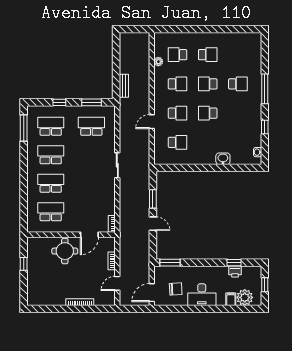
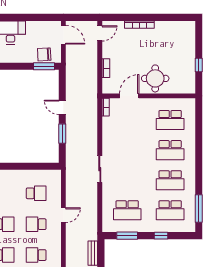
school desk: (178, 142) -> (36, 193), turned 180
door: (117, 283) -> (100, 33), moved
chair: (176, 289) -> (44, 54), moved
door: (152, 293) -> (63, 35), hinge flipped

